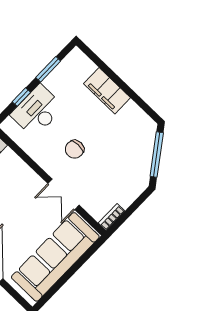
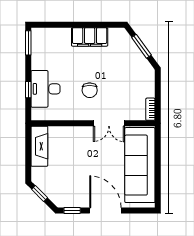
window: (48, 69) -> (28, 43), moved
filing cabinet: (107, 91) -> (90, 37), moved
window: (157, 154) -> (141, 46), width x0.69

